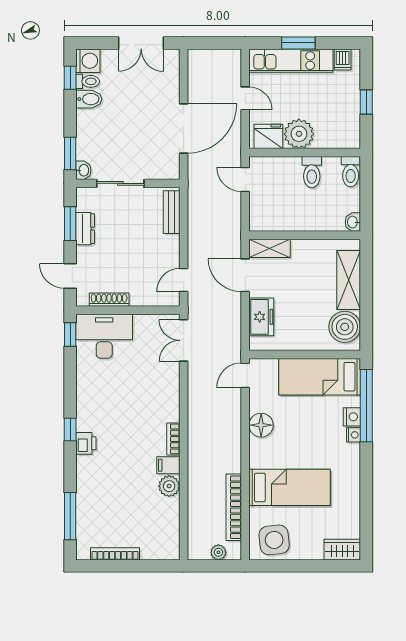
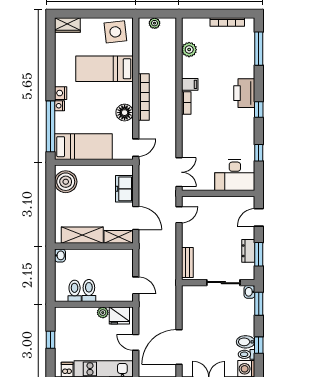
window: (70, 78) -> (259, 345), moved
door: (184, 128) -> (179, 347), moved
plant: (299, 134) -> (103, 313), width x0.53, depth x0.53
toilet: (351, 172) -> (75, 291), moved
door: (70, 276) -> (259, 217), swing flipped
shelving: (349, 280) -> (82, 235), moved, turned 90
shoe rack: (109, 300) -> (231, 201), removed
window: (70, 334) -> (259, 153), moved
nightstand: (352, 417) -> (61, 93), moved
printer: (86, 443) -> (244, 93), width x1.87, depth x1.48
plant: (169, 486) -> (189, 50), moved
bookcase: (234, 507) -> (144, 97), moved

